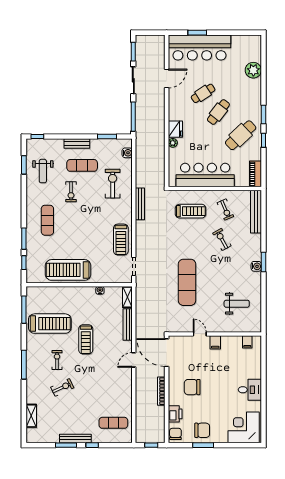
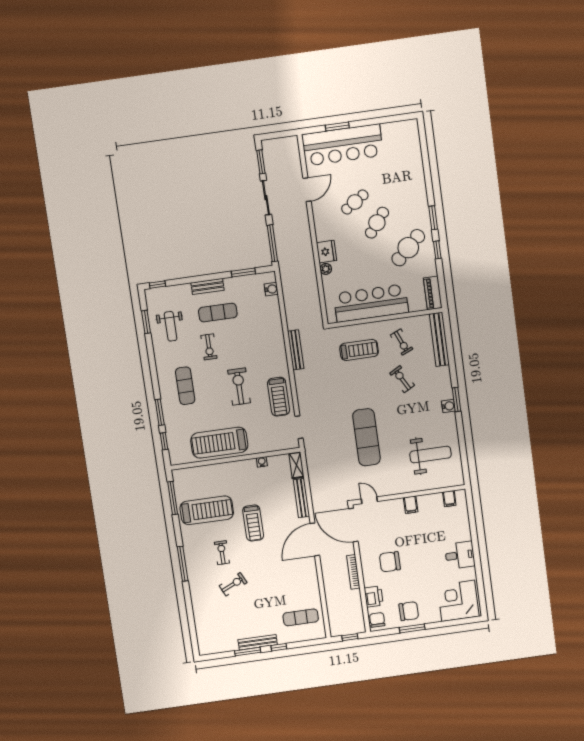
plant: (253, 70) -> (413, 164), removed
exercise bike: (113, 184) -> (239, 387), moved
weight bench: (237, 304) -> (430, 455), width x1.36, depth x1.33
door: (200, 334) -> (369, 500), moved
door: (134, 360) -> (315, 539), width x1.88
shelving: (31, 416) -> (201, 623), removed

